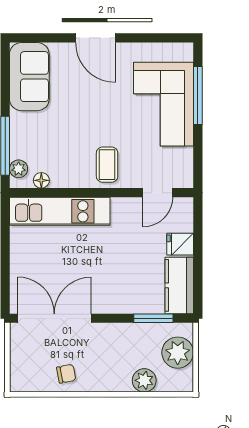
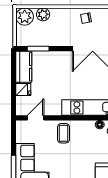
plant: (178, 353) -> (25, 17), moved

